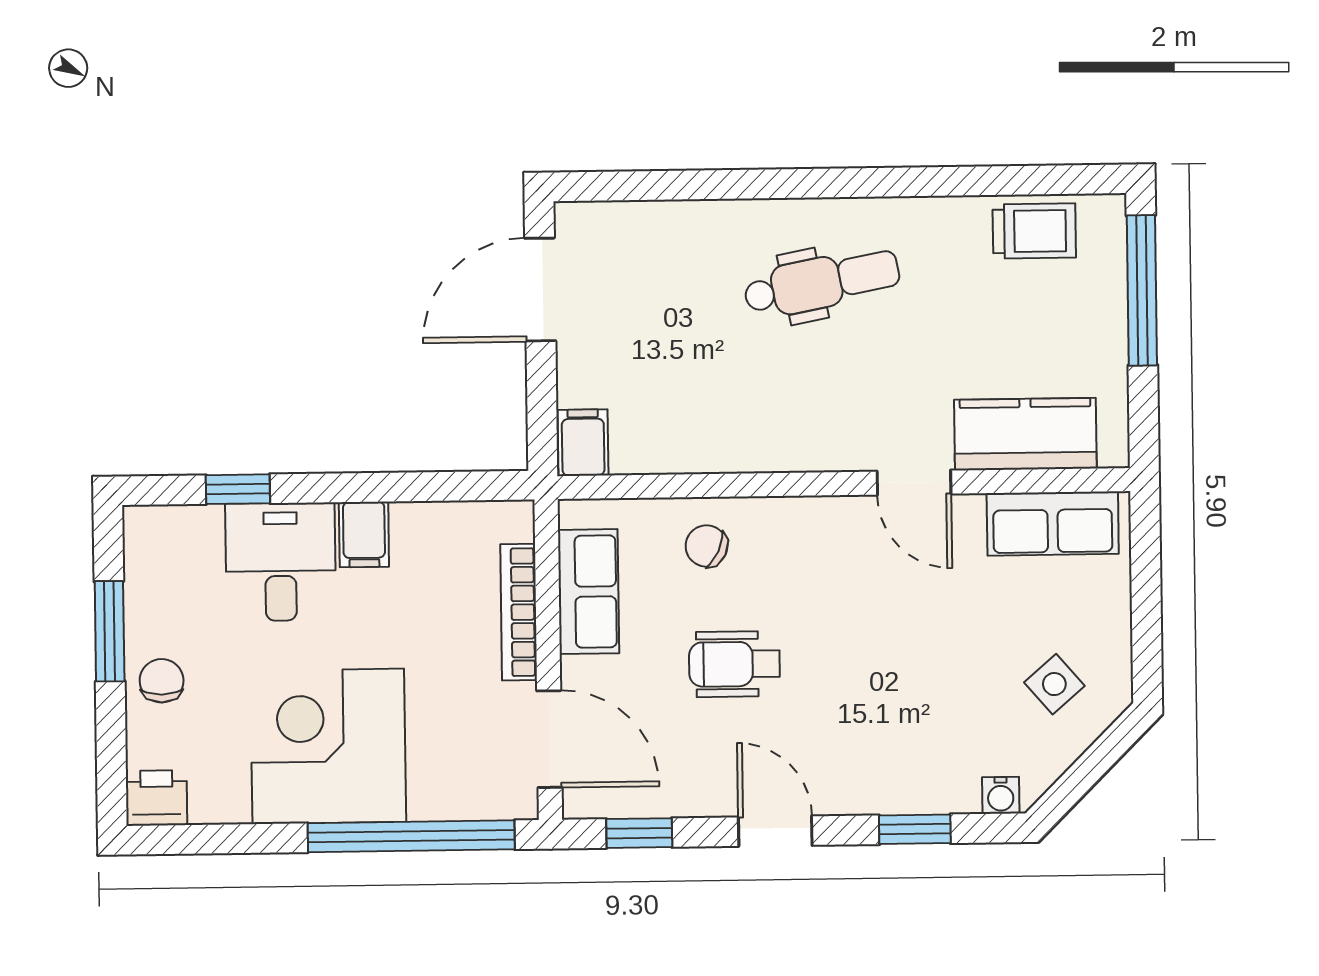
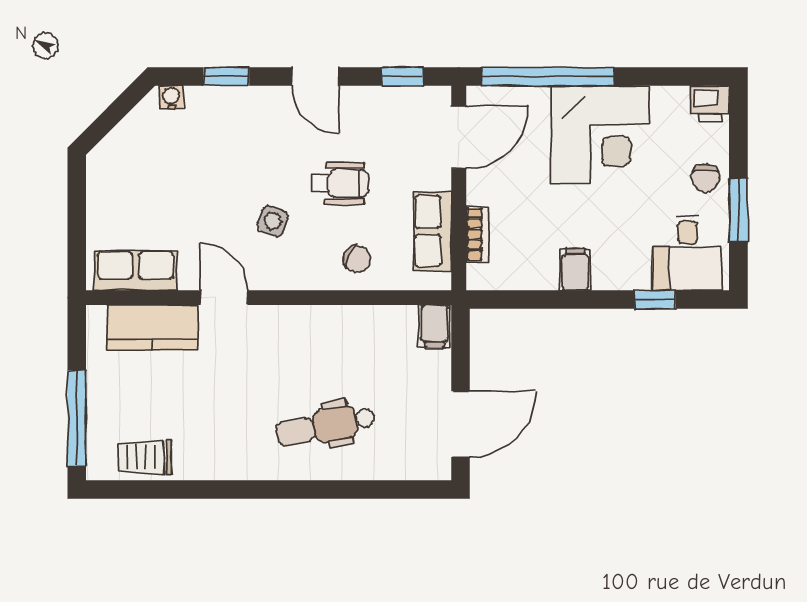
dental chair: (822, 282) -> (325, 426), moved
desk: (281, 562) -> (687, 253), moved
bookcase: (519, 612) -> (477, 234), width x0.64
side table: (1054, 684) -> (273, 221), moved, turned -30
door: (549, 739) -> (459, 137), swing flipped

